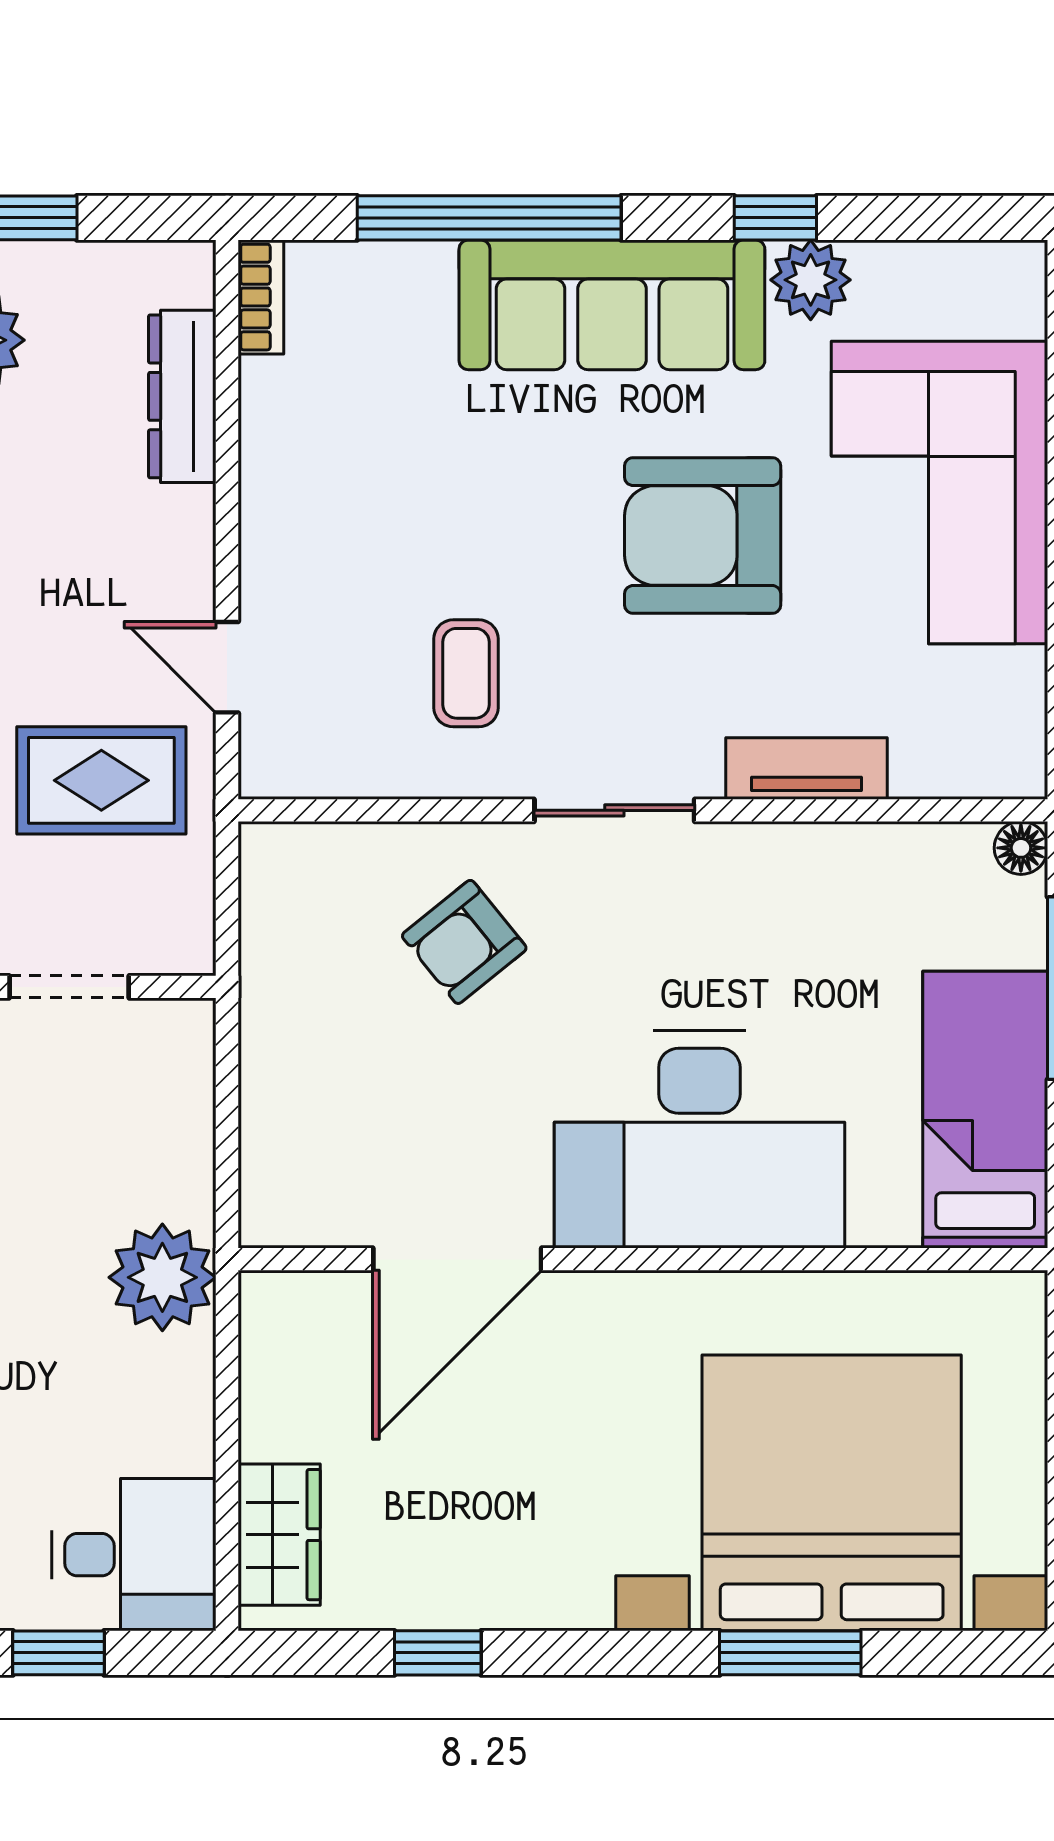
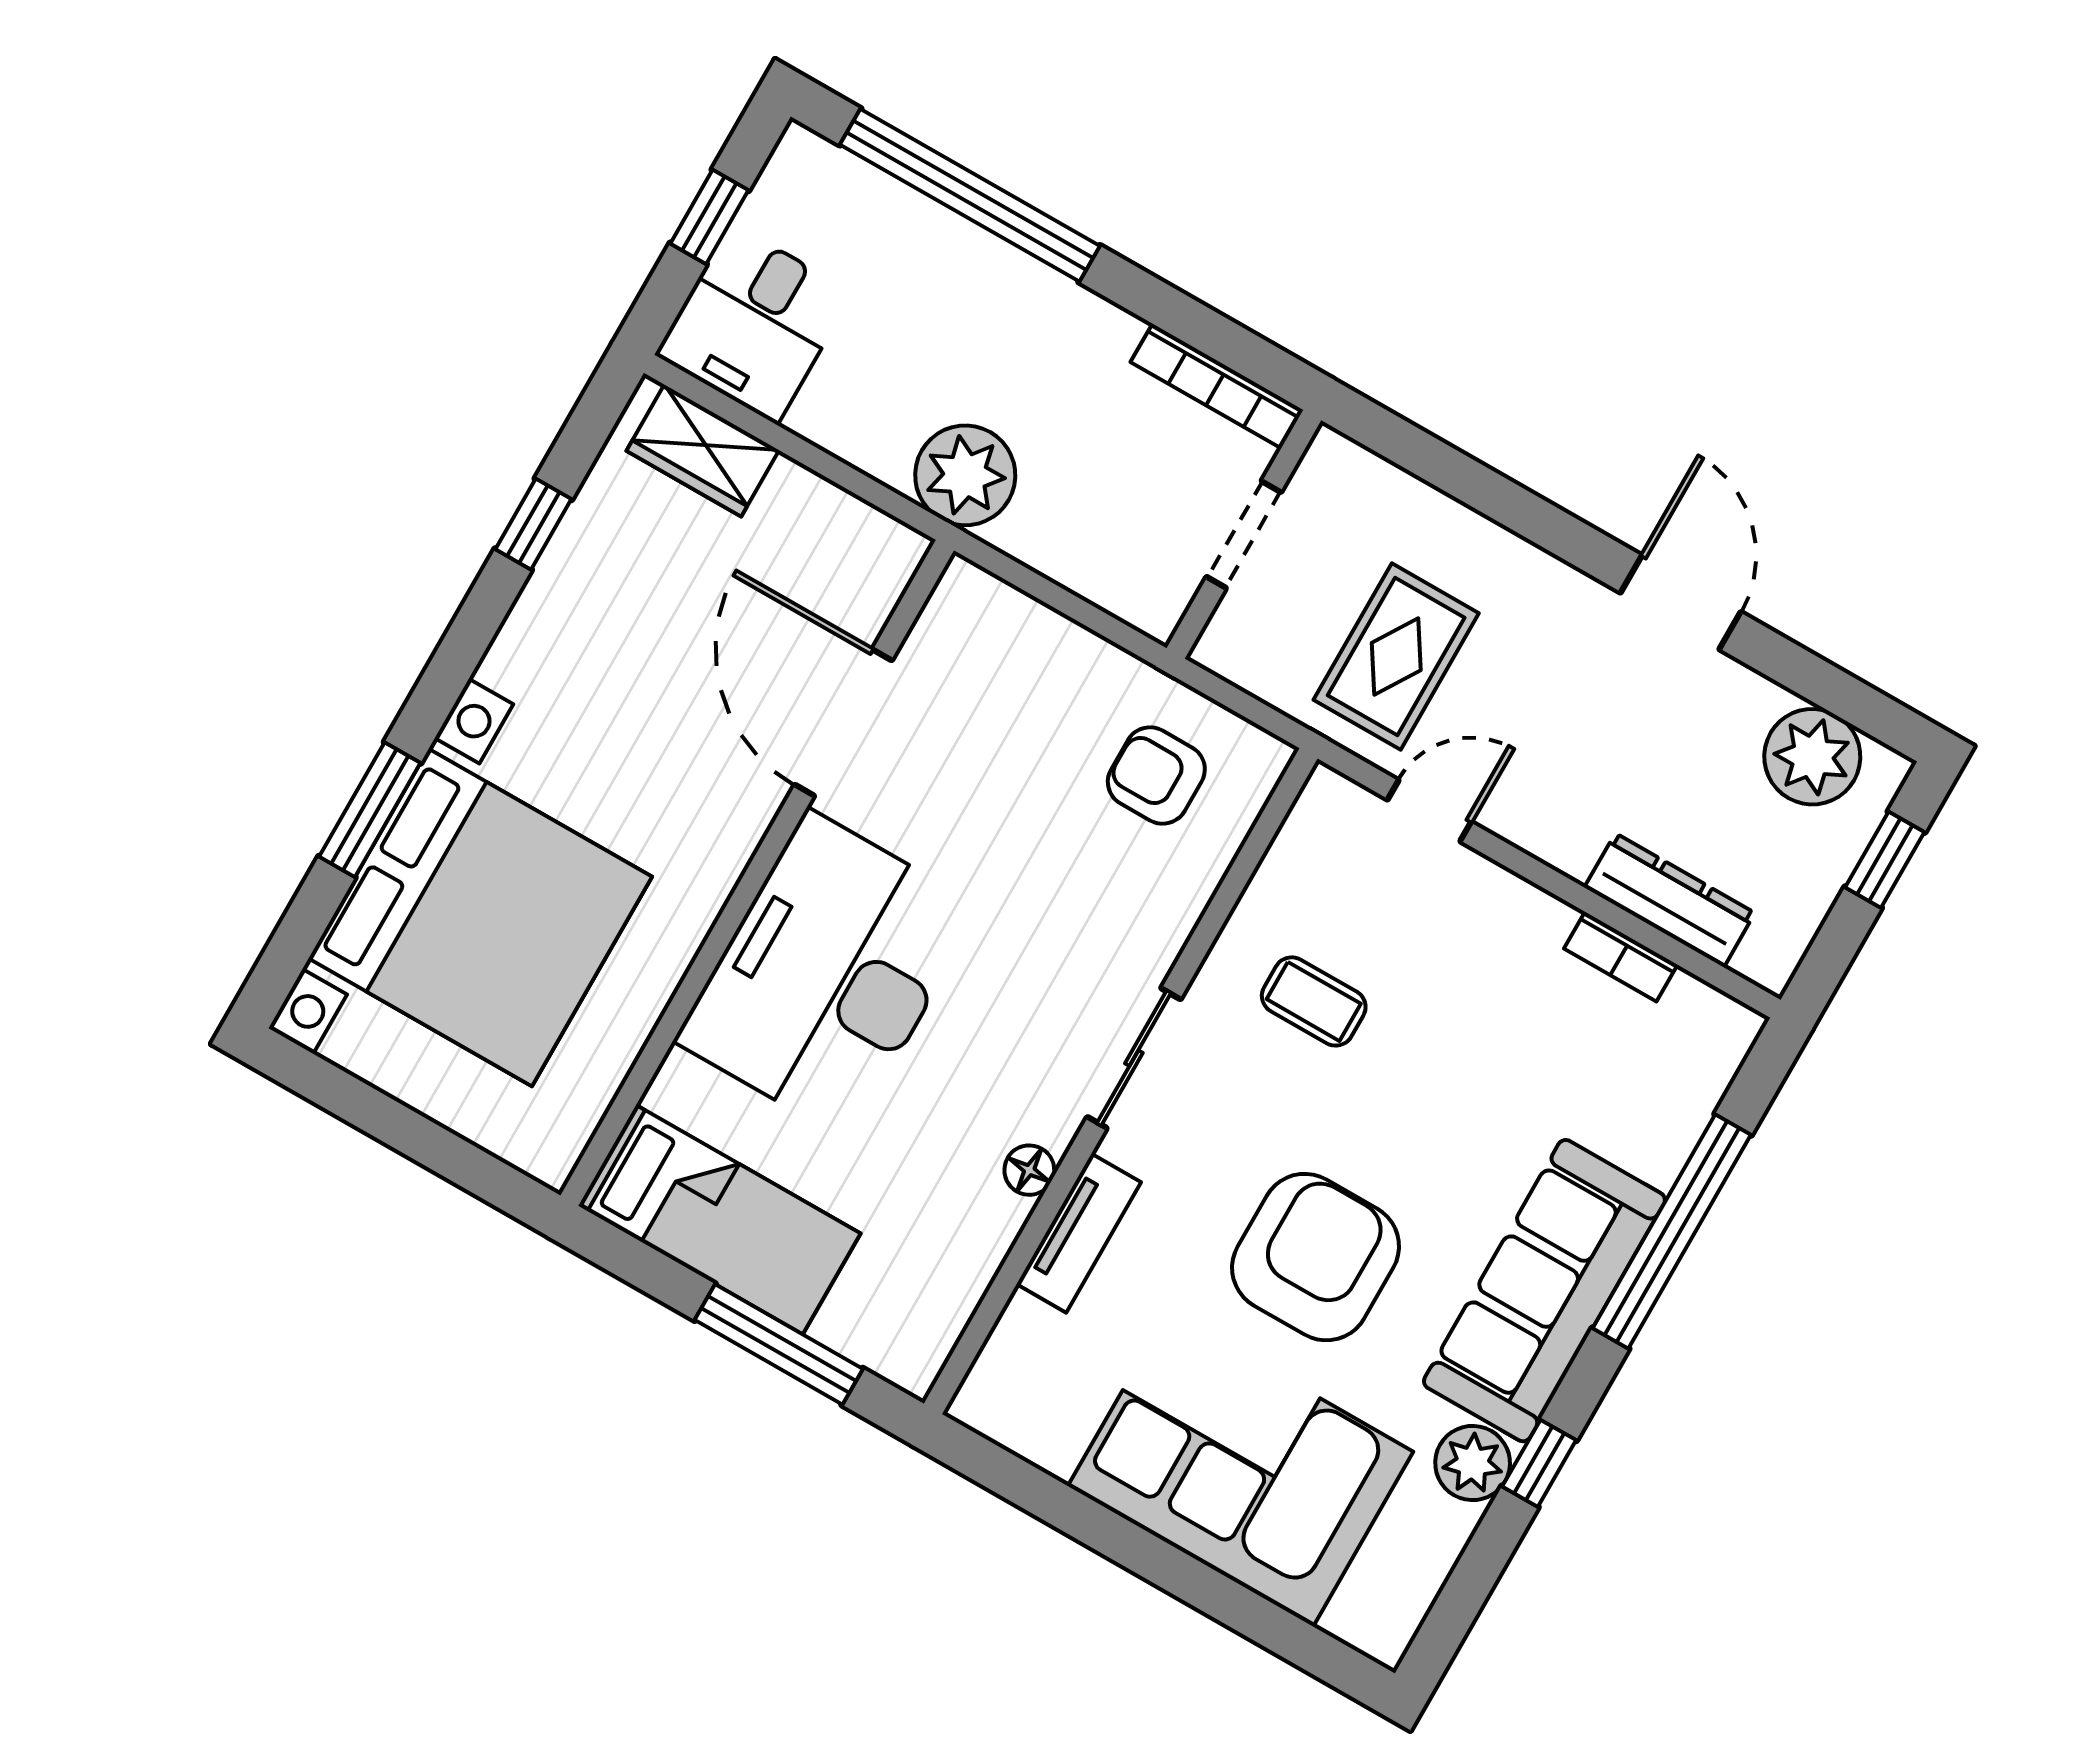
bookcase: (261, 297) -> (1621, 957), moved
floor lamp: (1021, 848) -> (1029, 1170), moved
armchair: (464, 942) -> (1156, 776), moved, turned -51

